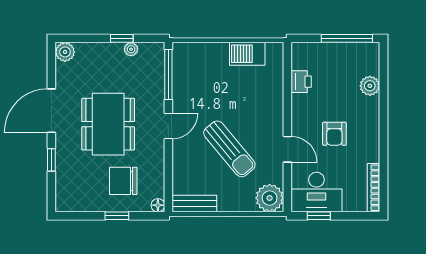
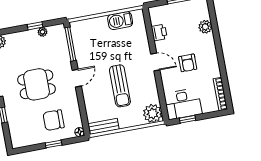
dining table: (108, 124) -> (37, 84), width x0.73
sun lounger: (229, 149) -> (120, 86), turned 40
door: (287, 149) -> (155, 62), moved

